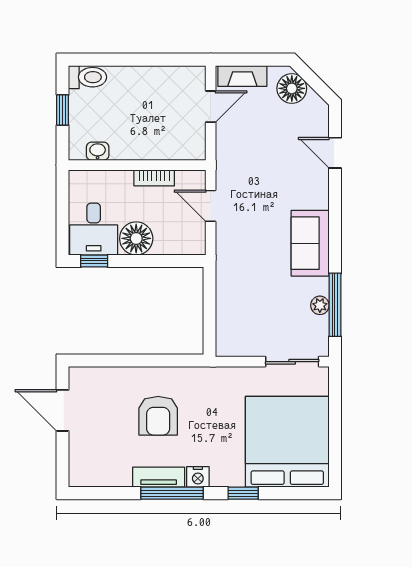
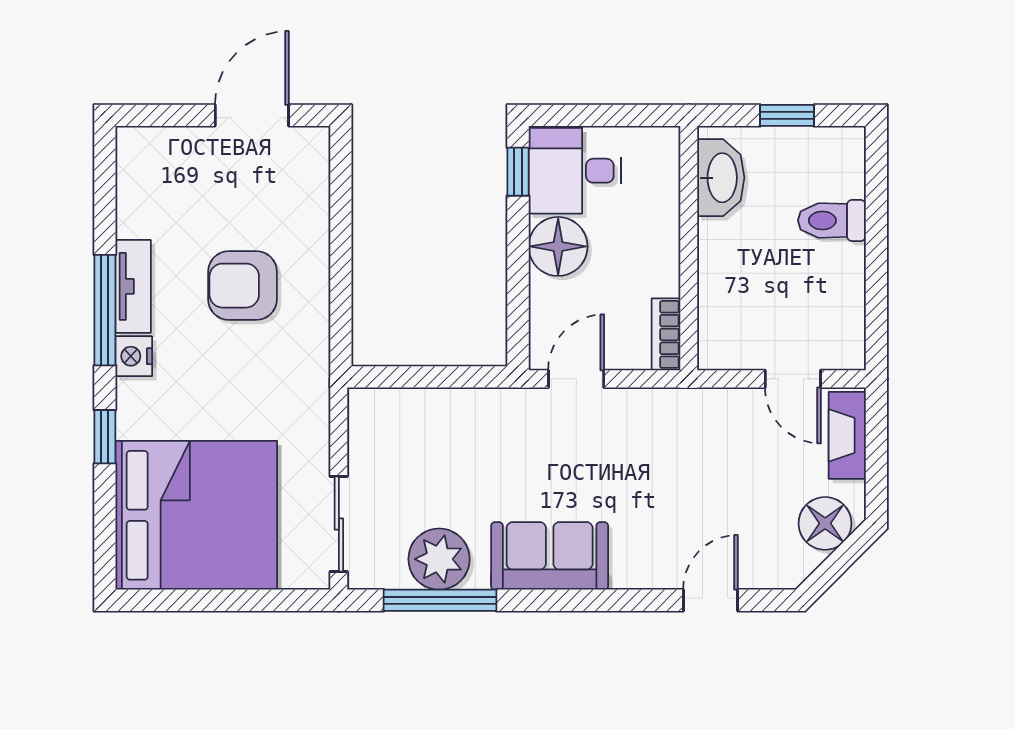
toilet: (88, 77) -> (832, 220), moved, turned 90
washbasin: (98, 151) -> (721, 178), width x1.91, depth x1.45
bookcase: (154, 178) -> (666, 334), moved
door: (211, 206) -> (576, 379), moved
plant: (320, 305) -> (439, 559), width x1.88, depth x1.88

